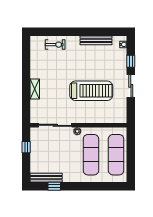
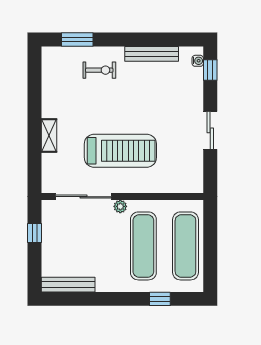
window: (52, 32) -> (77, 40), added
exercise bike: (55, 45) -> (99, 70), moved
window: (131, 61) -> (210, 70), moved
treadmill: (91, 91) -> (120, 151), moved
window: (54, 186) -> (160, 299), moved

